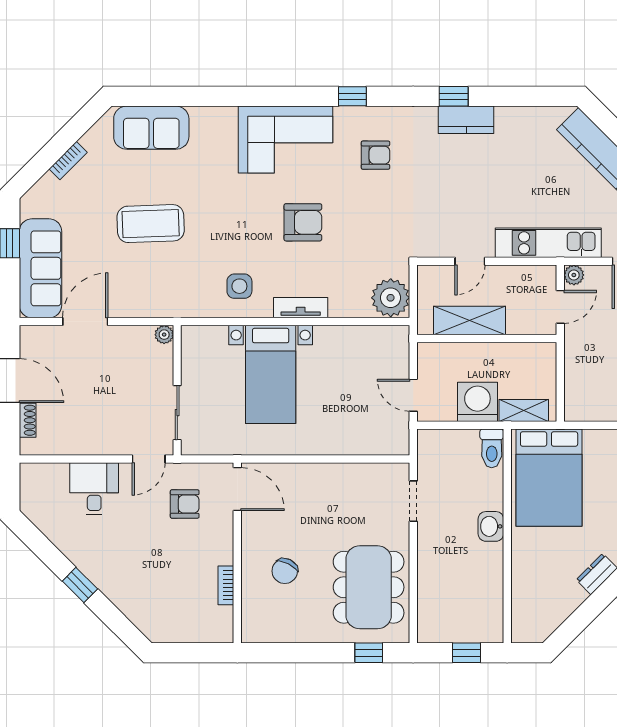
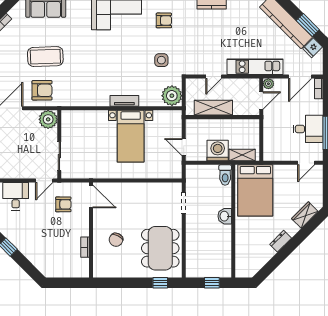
armchair: (303, 222) -> (42, 90), moved
side table: (239, 286) -> (161, 60), moved
plant: (164, 335) -> (48, 119), width x1.87, depth x1.87
bed with nightstands: (271, 374) -> (131, 136), moved

